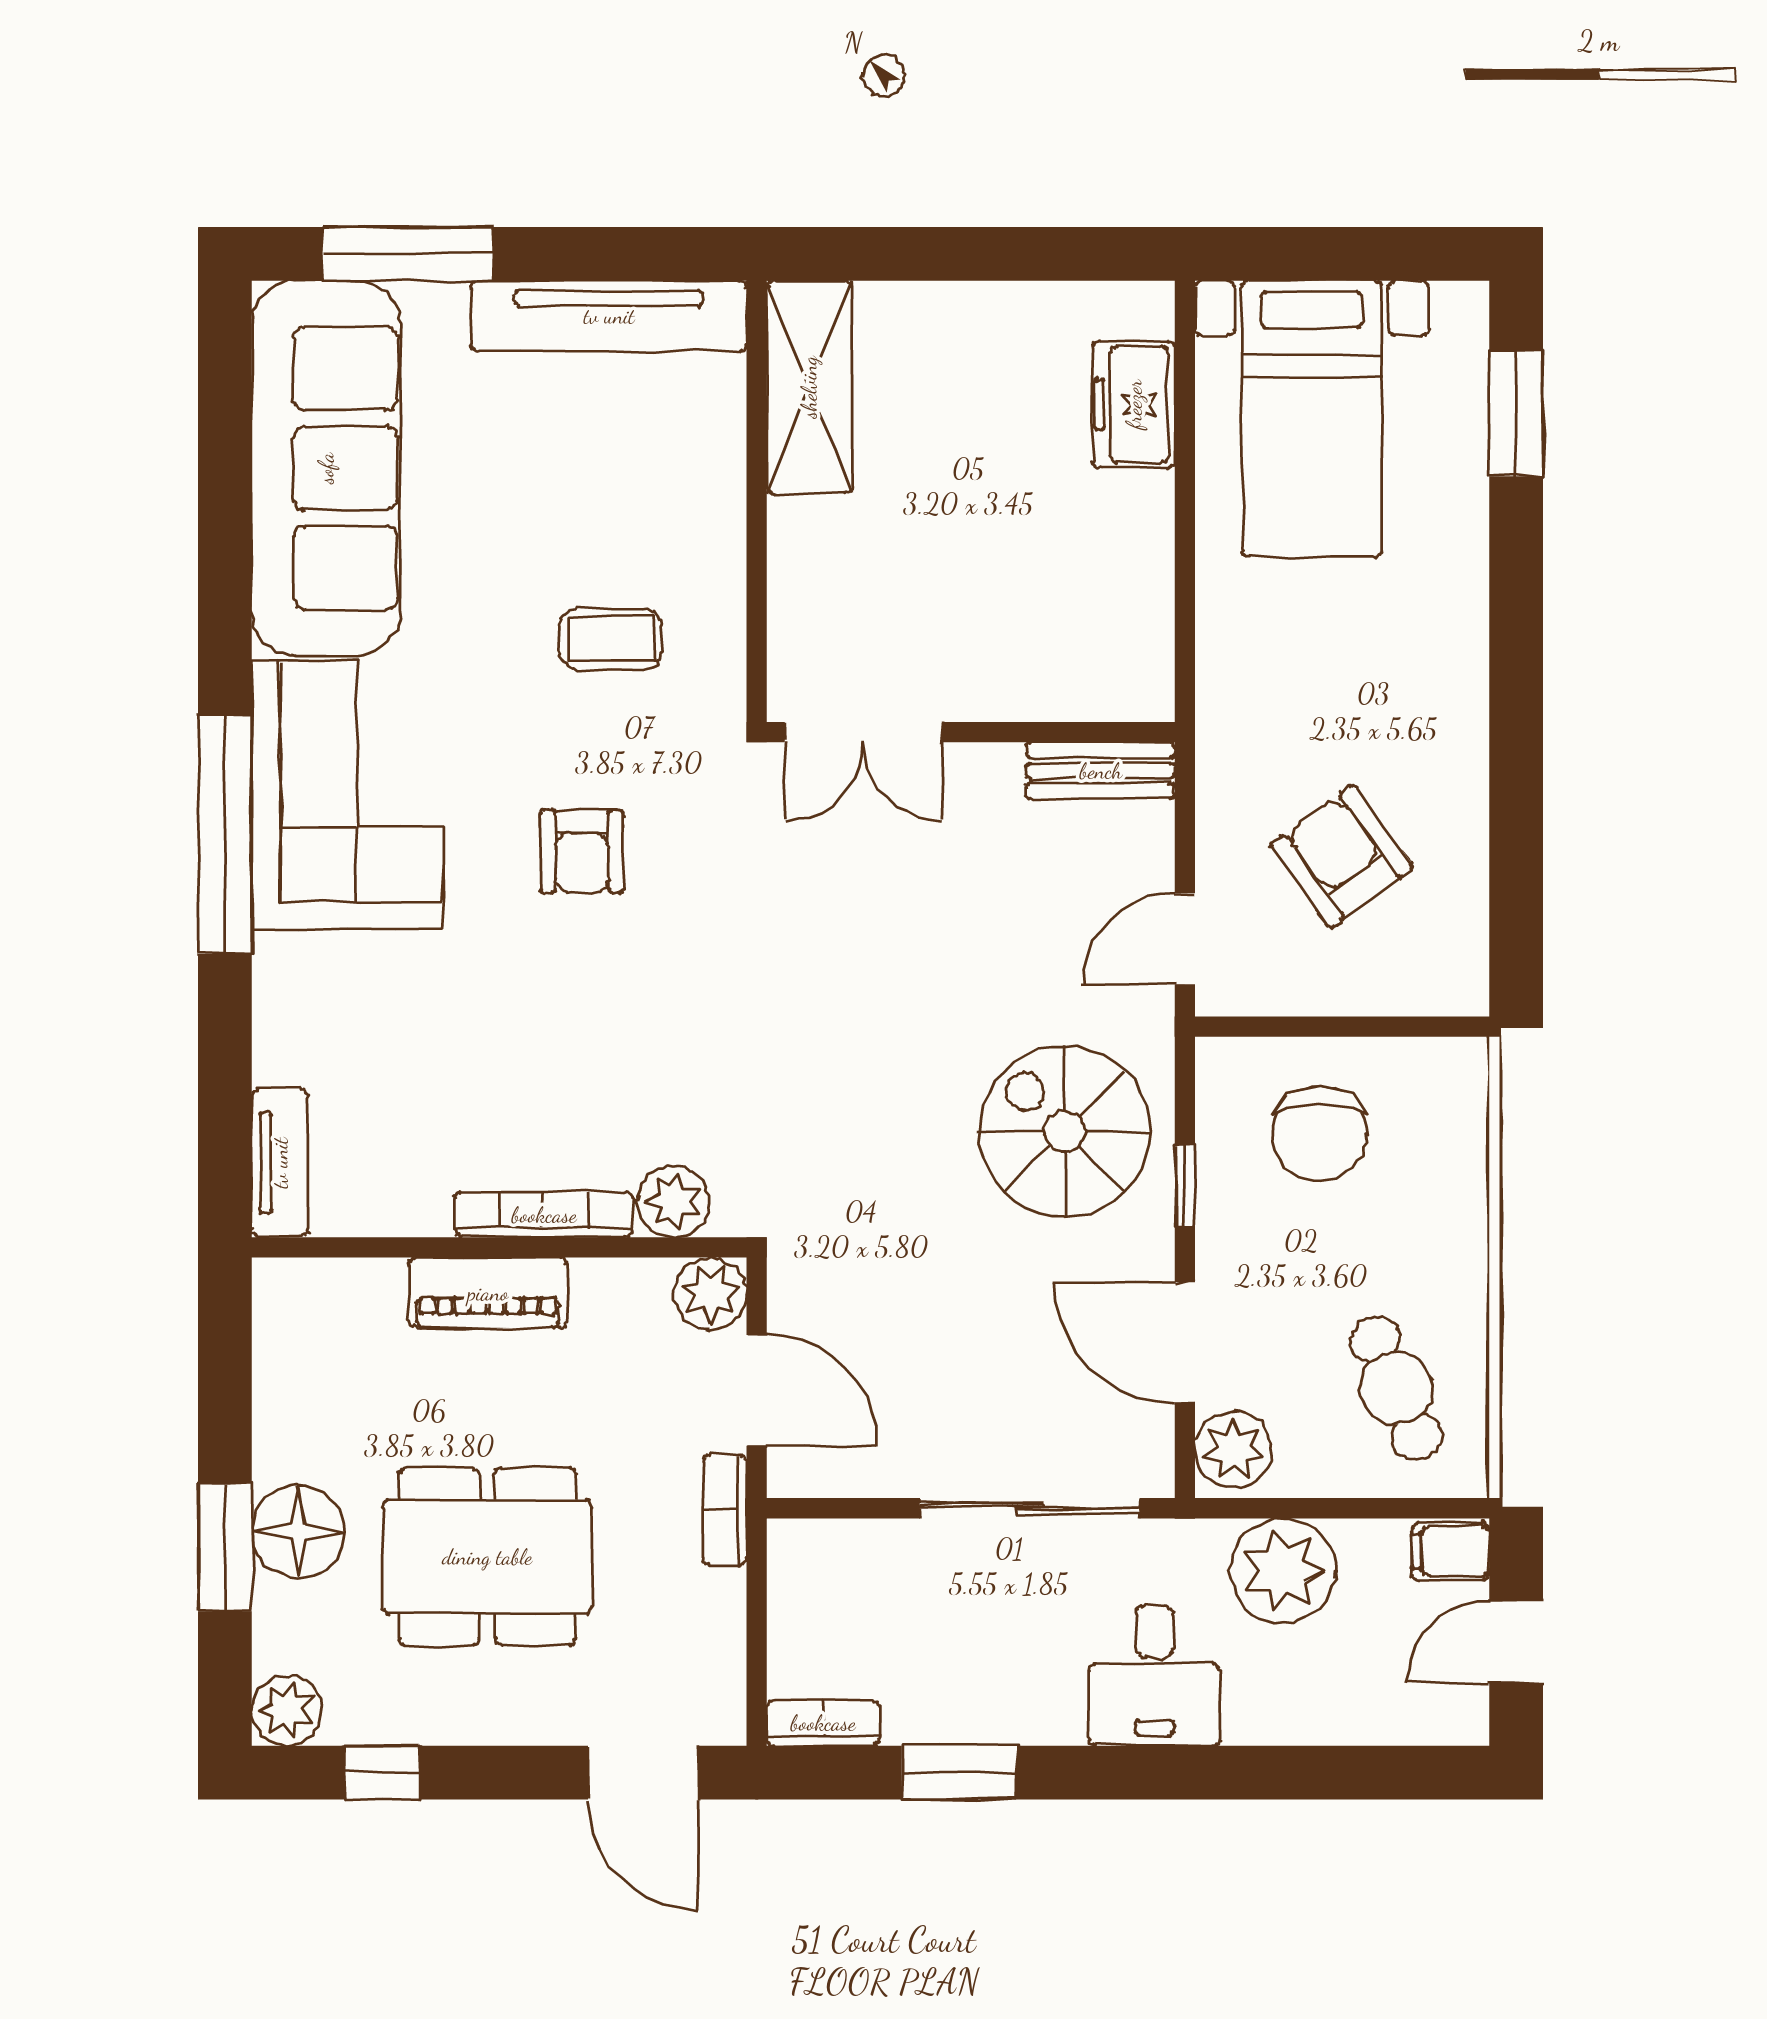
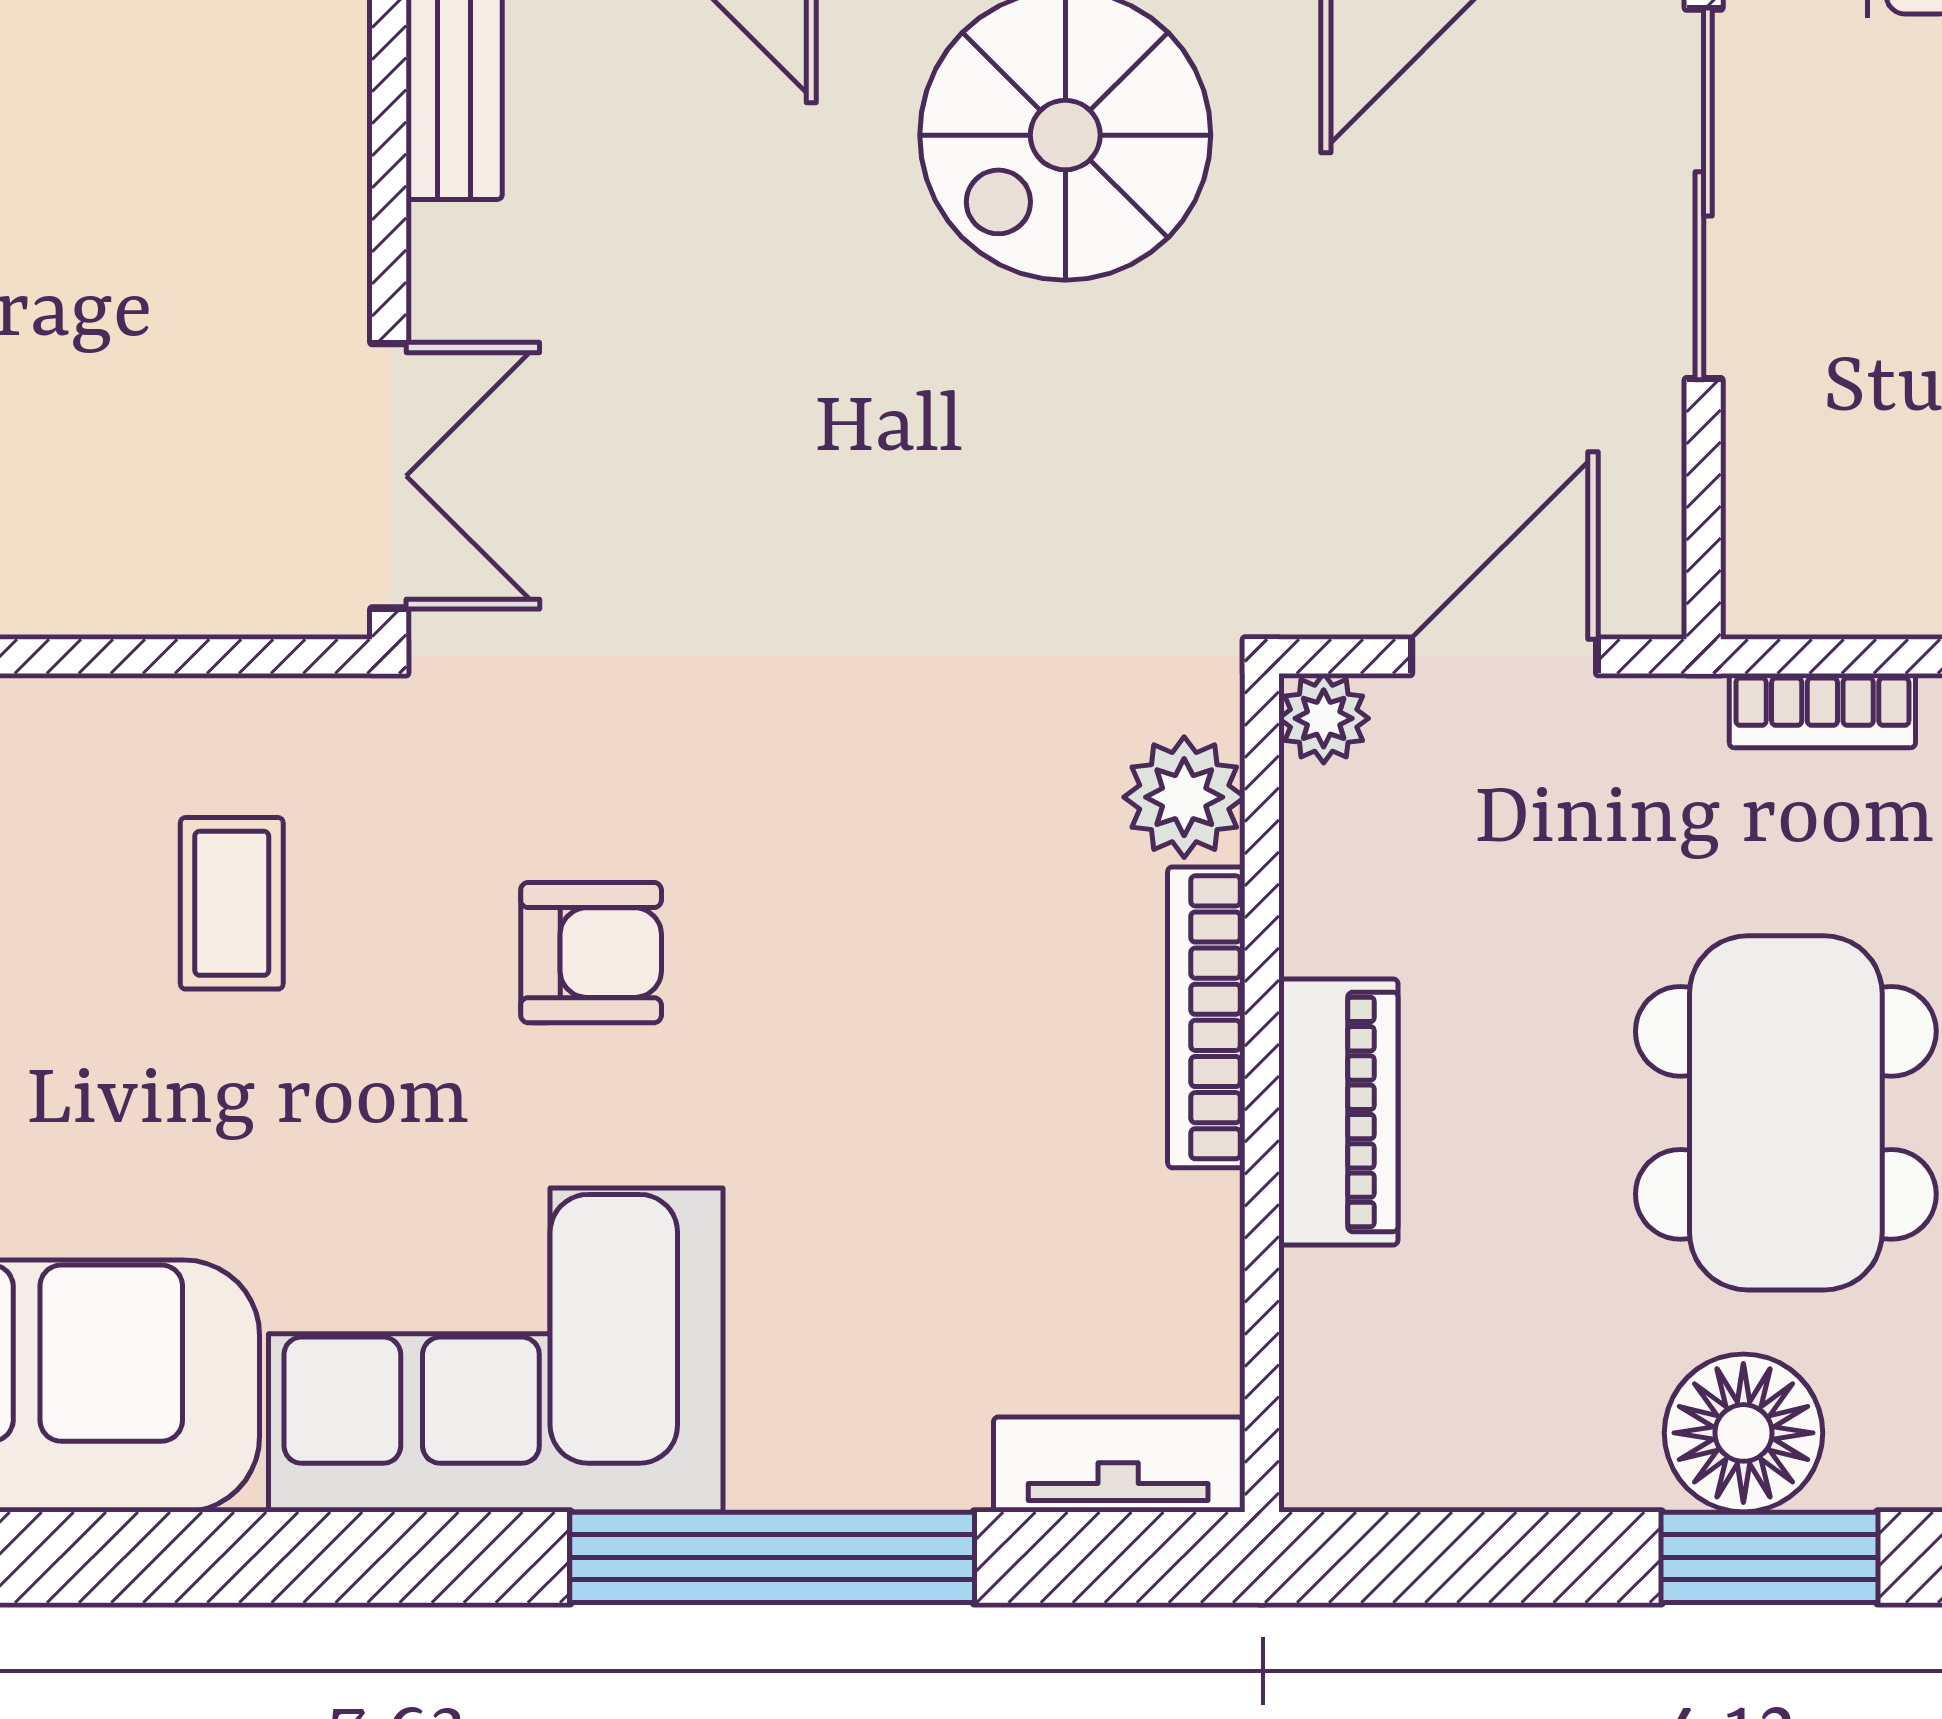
window: (225, 834) -> (772, 1557), moved
plant: (710, 1294) -> (1324, 718), width x0.73, depth x0.73
bookcase: (725, 1510) -> (1822, 711), moved

